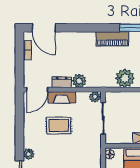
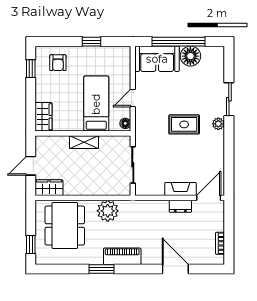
door: (44, 28) -> (175, 269), moved
plant: (79, 81) -> (160, 208), removed
plant: (95, 97) -> (142, 190), removed
rug: (59, 125) -> (184, 124), moved

